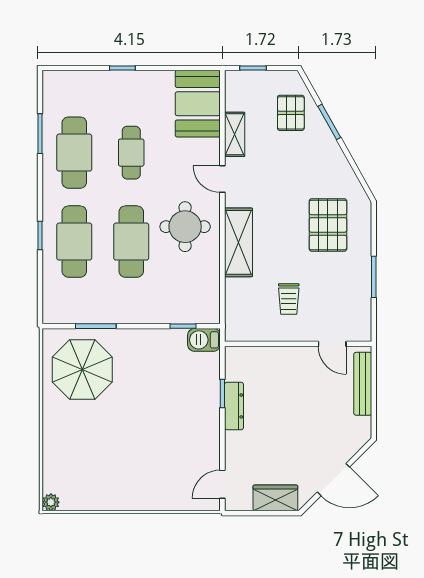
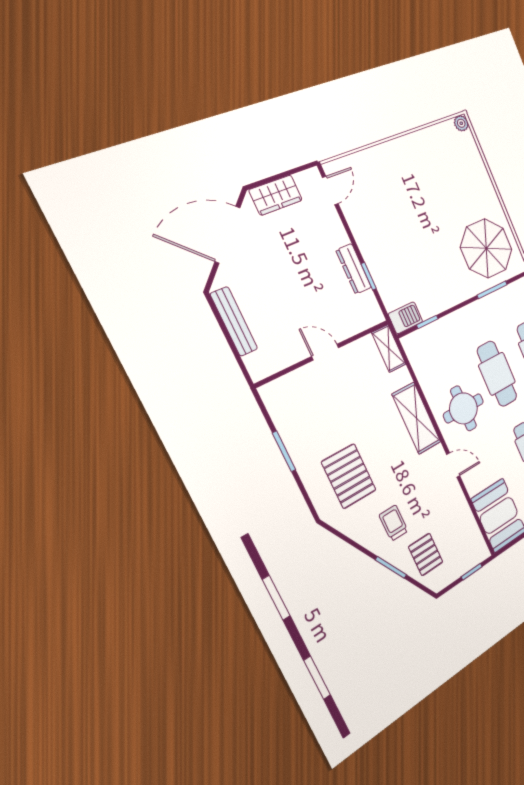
shelving: (235, 134) -> (389, 348), moved
trolley: (289, 299) -> (394, 523), moved
door: (332, 344) -> (325, 352), moved
bench: (363, 384) -> (234, 321), moved
door: (333, 480) -> (228, 235), width x1.36

